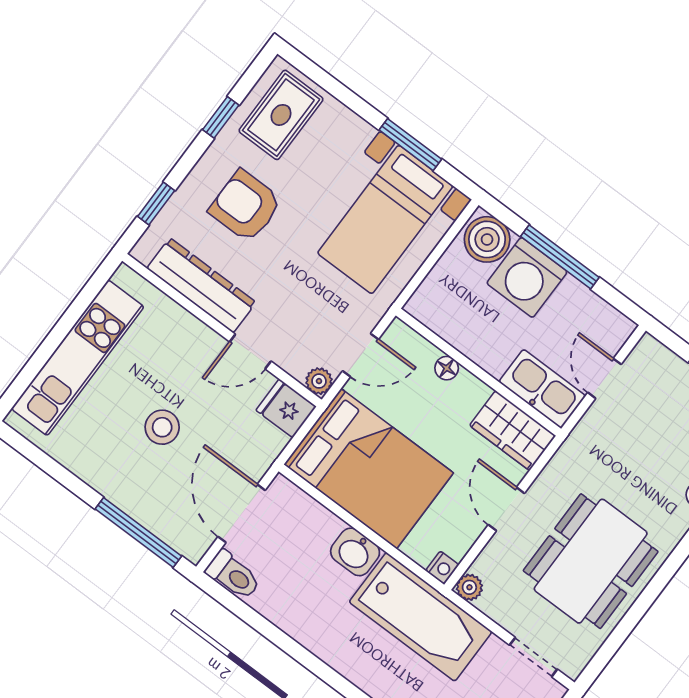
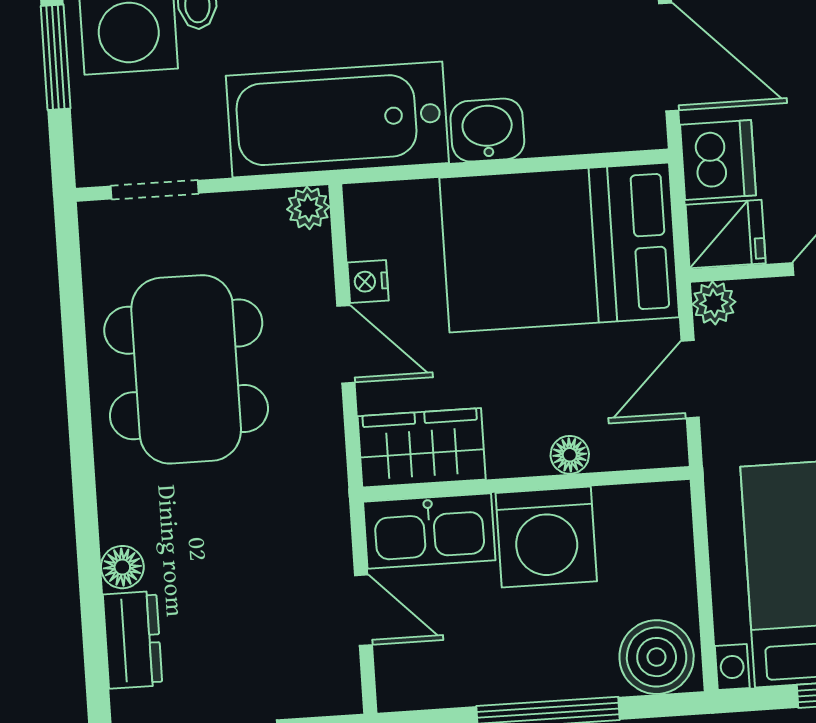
washing machine: (527, 277) -> (546, 537), moved, turned 180
dishwasher: (260, 446) -> (718, 160), added
nightstand: (442, 568) -> (368, 281), moved

